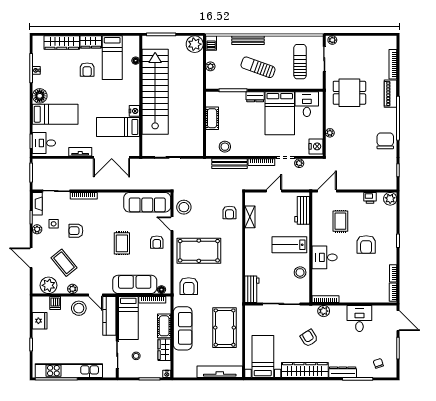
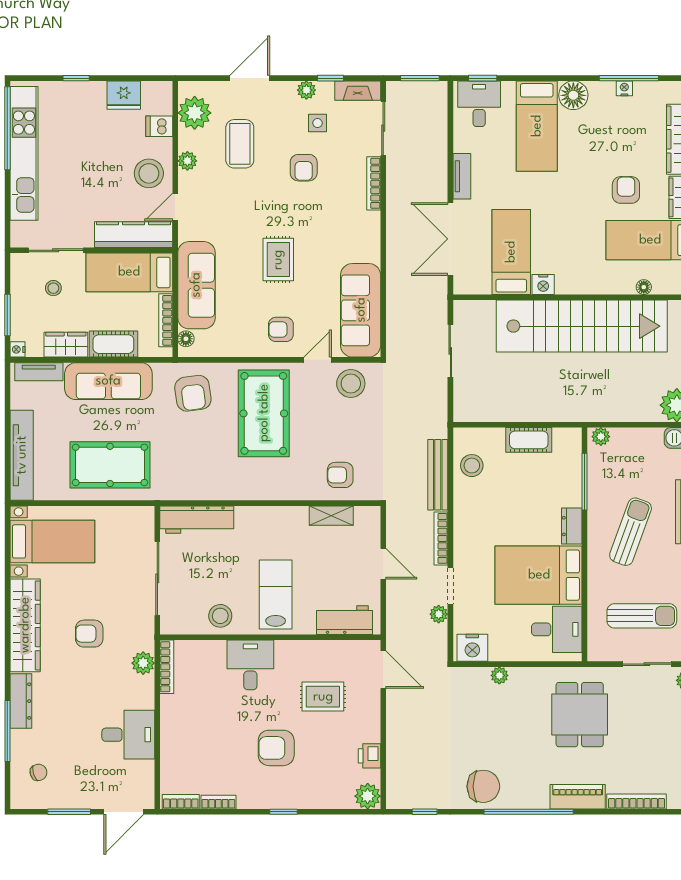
plant: (210, 66) -> (601, 437), moved
armchair: (87, 70) -> (626, 190), turned 90
armchair: (76, 231) -> (304, 168), turned 180
rug: (122, 243) -> (278, 260), turned 90
coffee table: (64, 263) -> (240, 144), turned -51
armchair: (189, 286) -> (193, 393), turned -98
workbench: (252, 289) -> (197, 520), width x1.38
armchair: (309, 338) -> (89, 634), turned -148
tv unit: (178, 363) -> (39, 372), added

